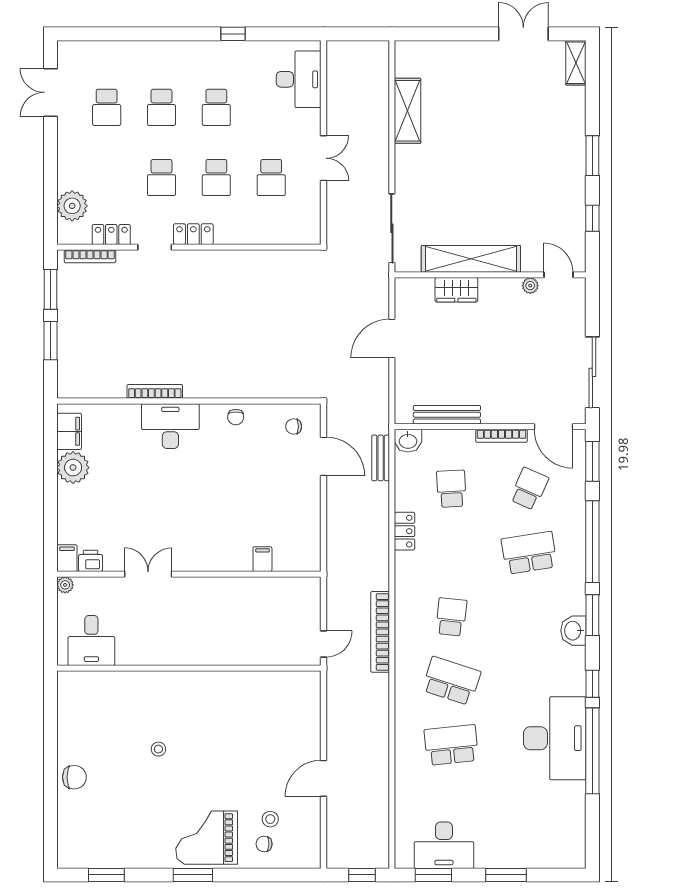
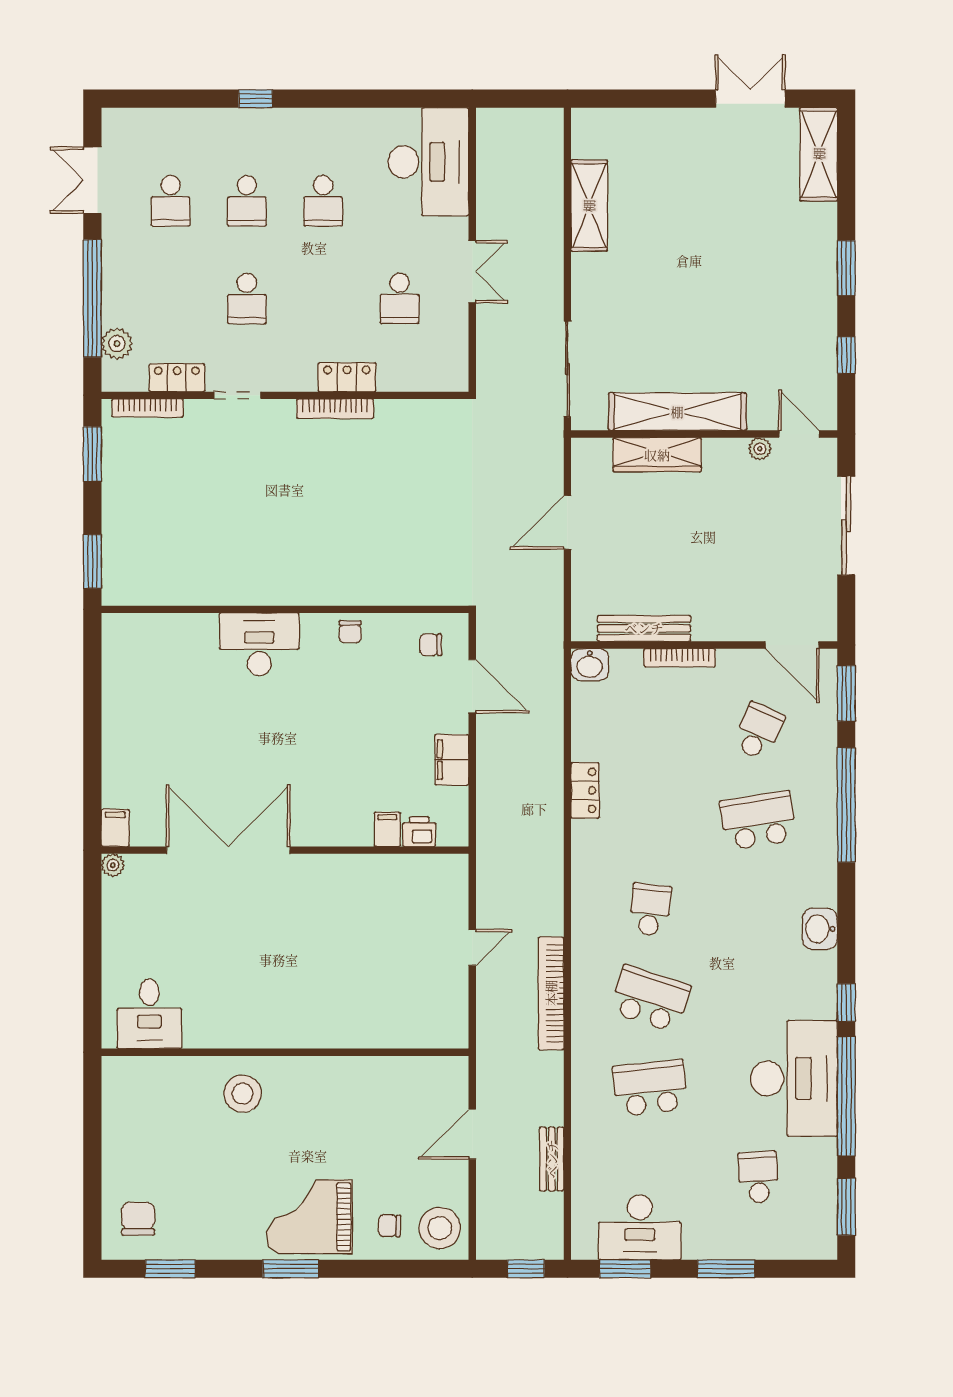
window: (233, 34) -> (256, 99), moved
shelving: (576, 63) -> (819, 154), width x1.50, depth x1.33
desk: (299, 79) -> (428, 162), width x1.36, depth x1.30
window: (50, 177) -> (92, 298), added
school desk: (216, 178) -> (323, 298), removed
plant: (72, 206) -> (117, 344), width x0.73, depth x0.73
locker: (193, 234) -> (347, 377), moved
wardrobe: (456, 290) -> (657, 455), width x1.50
window: (50, 341) -> (92, 561), moved
sliding door: (592, 372) -> (846, 526), moved
bookcase: (155, 391) -> (335, 409), moved, turned 180
filing cabinet: (69, 431) -> (452, 760), moved, turned 180
bookcase: (501, 436) -> (680, 658), moved
bench: (381, 458) -> (552, 1159), moved
plant: (73, 468) -> (124, 702), removed
school desk: (451, 489) -> (758, 1177), moved
printer: (91, 561) -> (419, 832), moved
double door: (148, 574) -> (228, 850), width x1.87
window: (592, 615) -> (846, 1207), moved
bookcase: (380, 632) -> (551, 993), moved
desk: (91, 640) -> (149, 1014), moved
wall: (189, 668) -> (285, 1052), moved
stool: (158, 749) -> (243, 1094), width x1.89, depth x1.89
chair: (74, 777) -> (138, 1219), moved, turned -90
stool: (270, 819) -> (440, 1228), moved, width x1.89, depth x1.89

